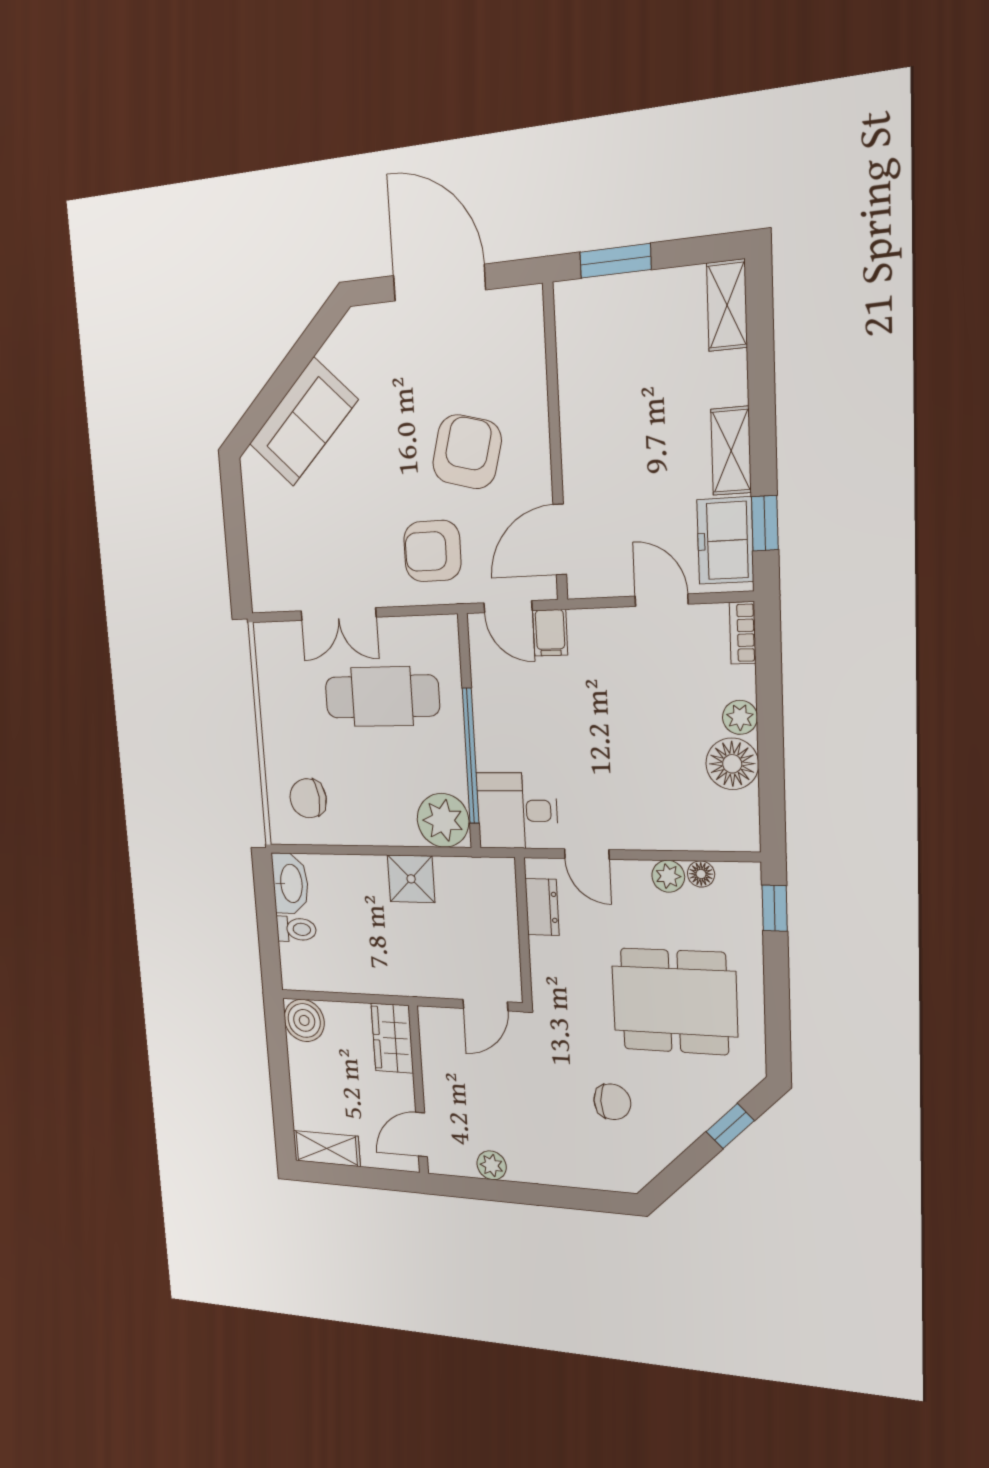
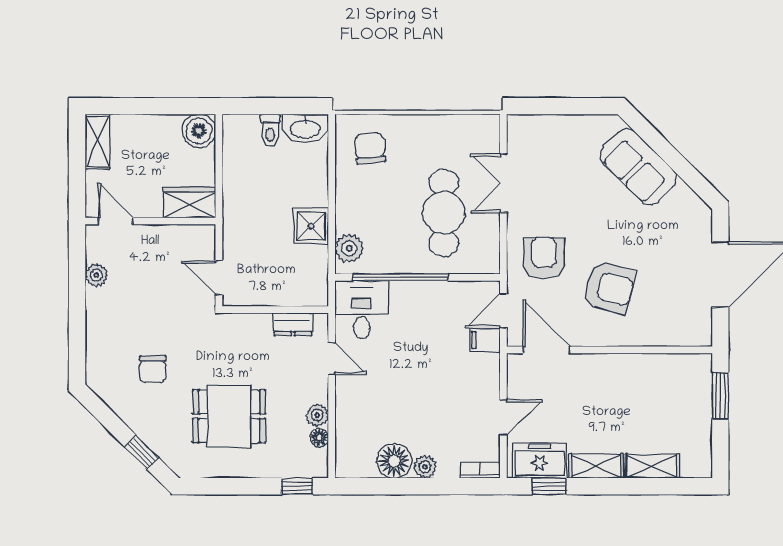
shelving: (727, 305) -> (652, 466), moved
plant: (443, 820) -> (349, 248), width x0.73, depth x0.73
door: (587, 854) -> (332, 359), swing flipped
dining table: (674, 1001) -> (229, 416), width x0.73

